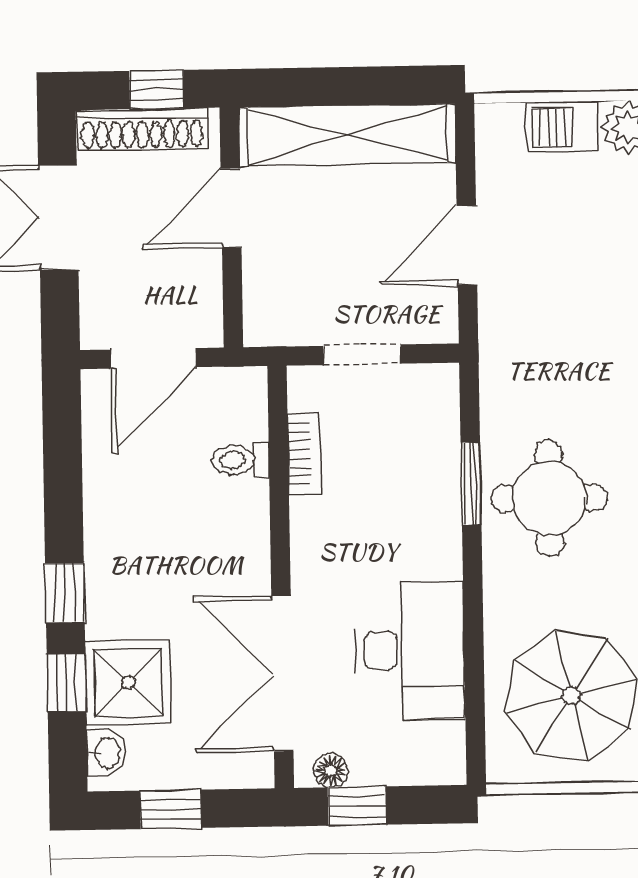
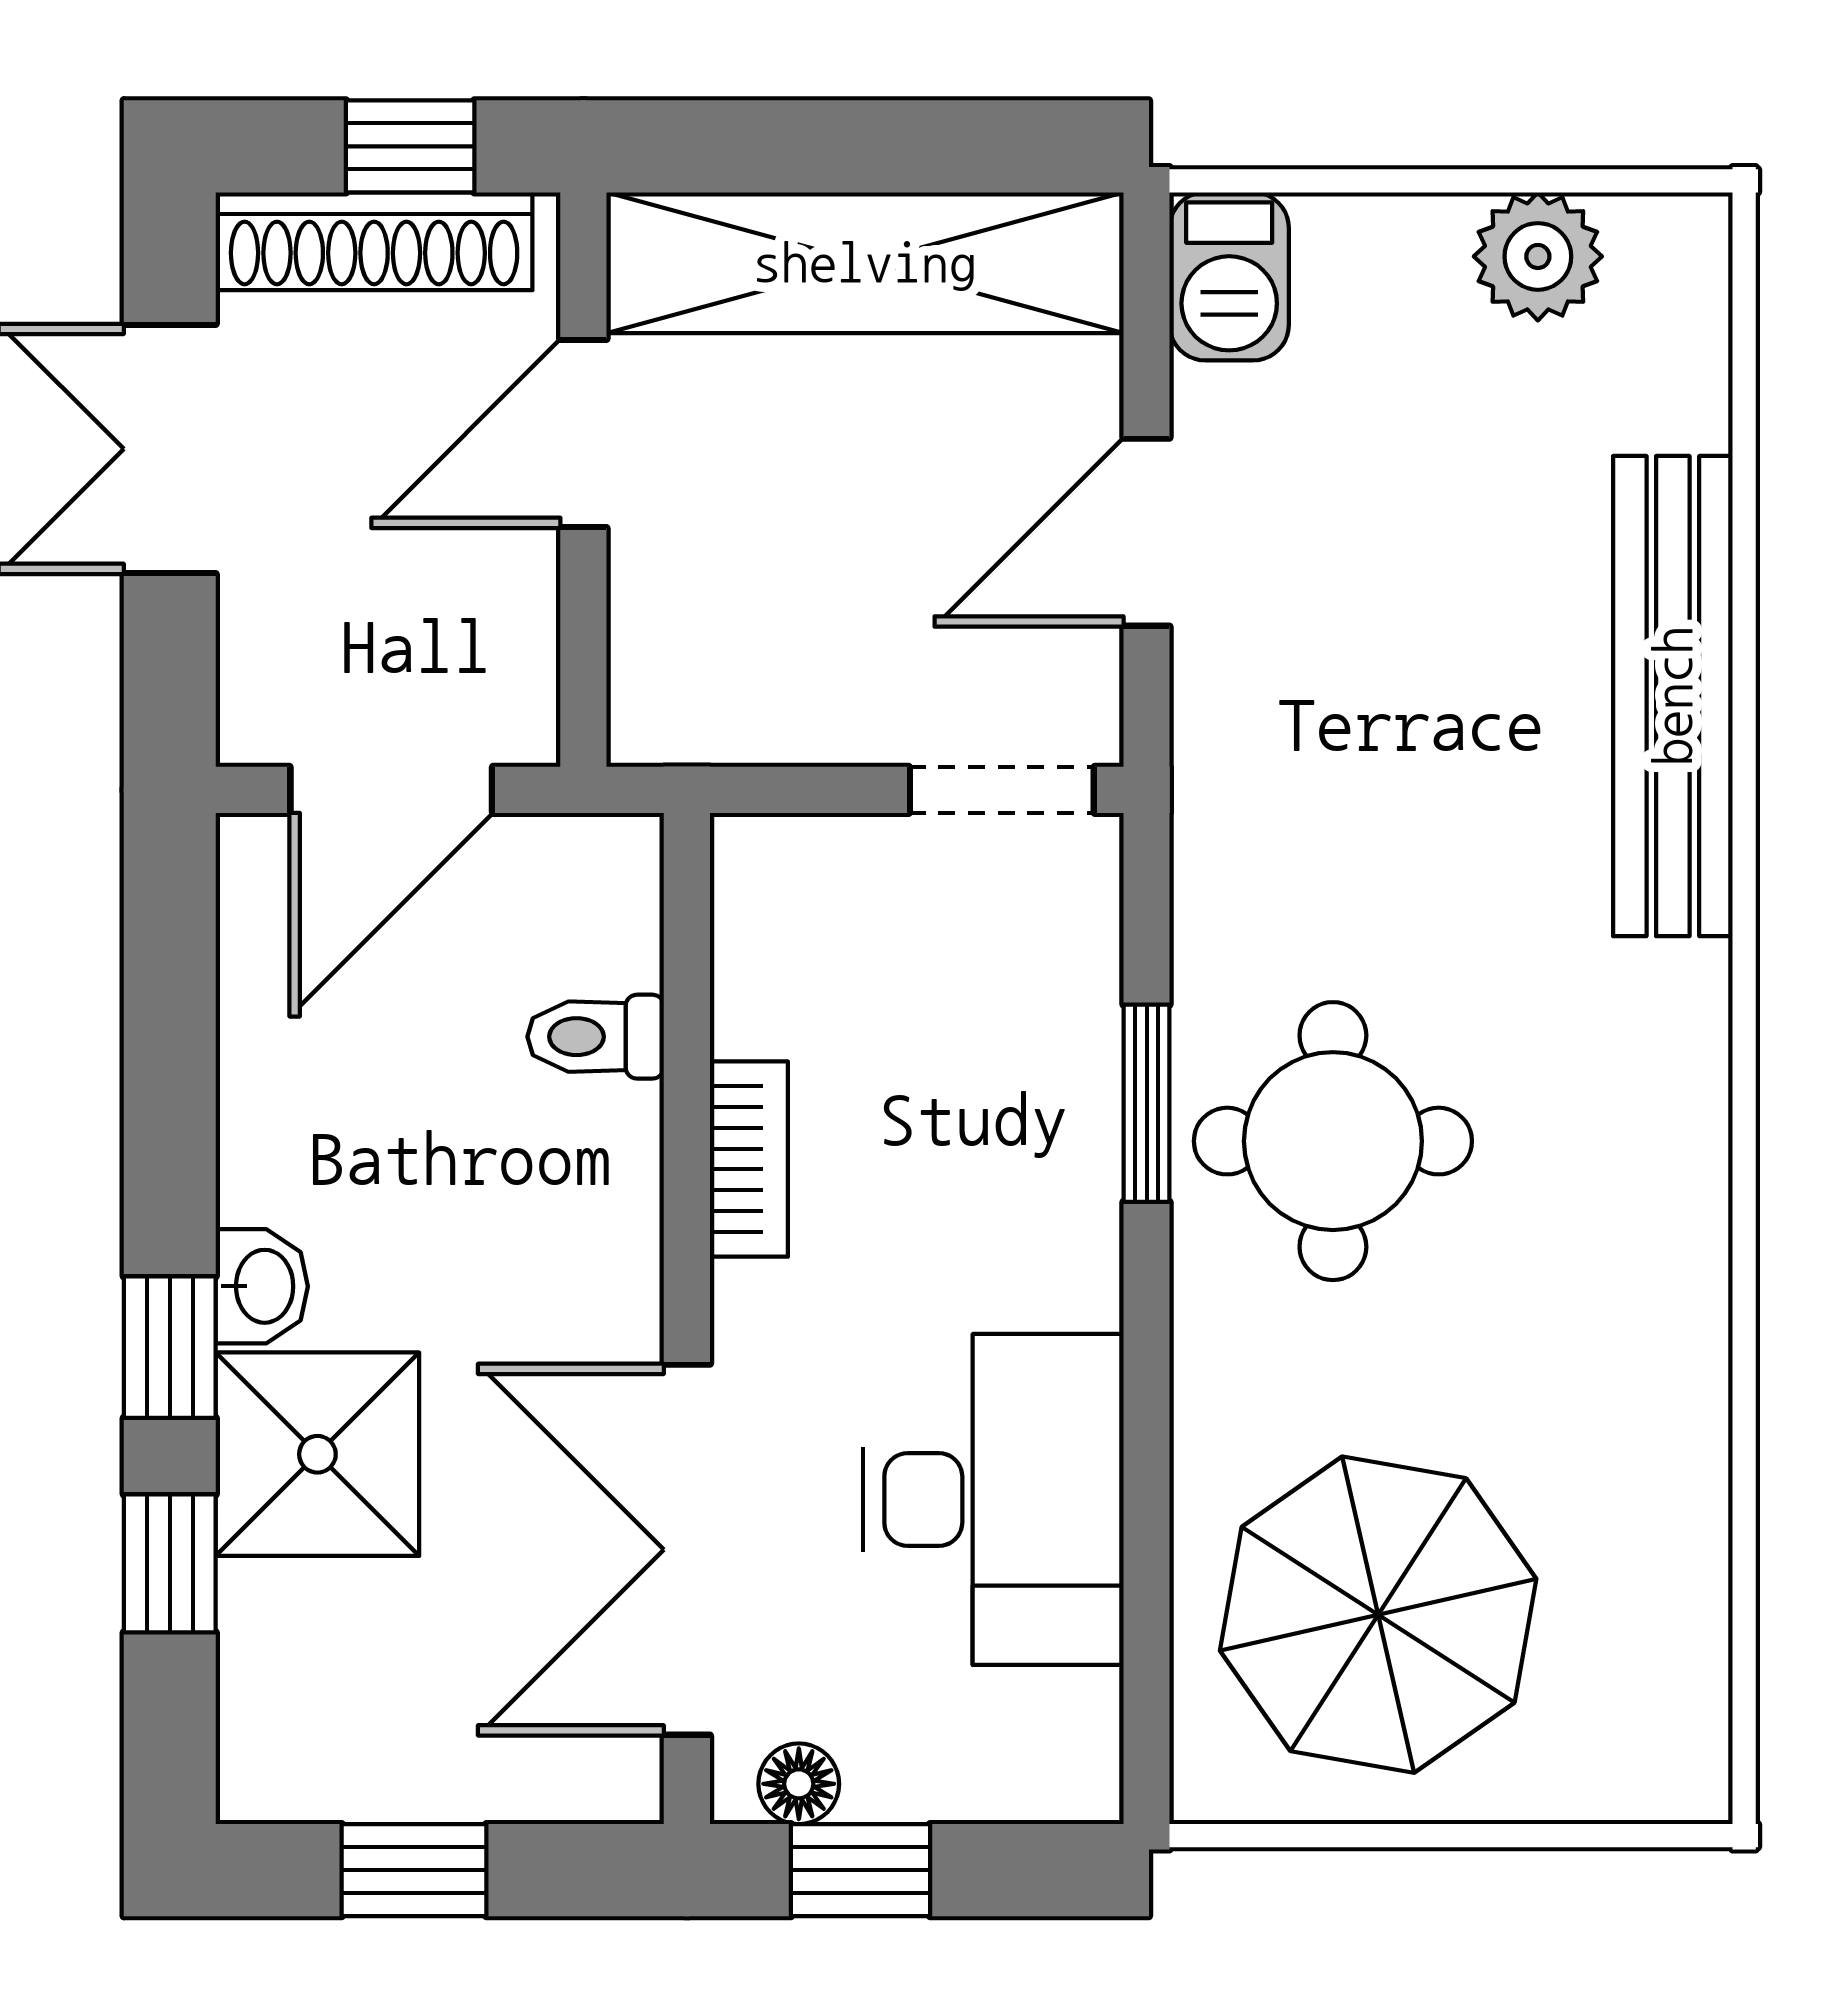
barbecue: (562, 127) -> (1229, 276), moved, turned -90
doorway: (362, 355) -> (1002, 790), moved
bookcase: (304, 454) -> (749, 1159), moved
shower: (128, 682) -> (317, 1454), moved
washbasin: (106, 753) -> (262, 1286), moved

